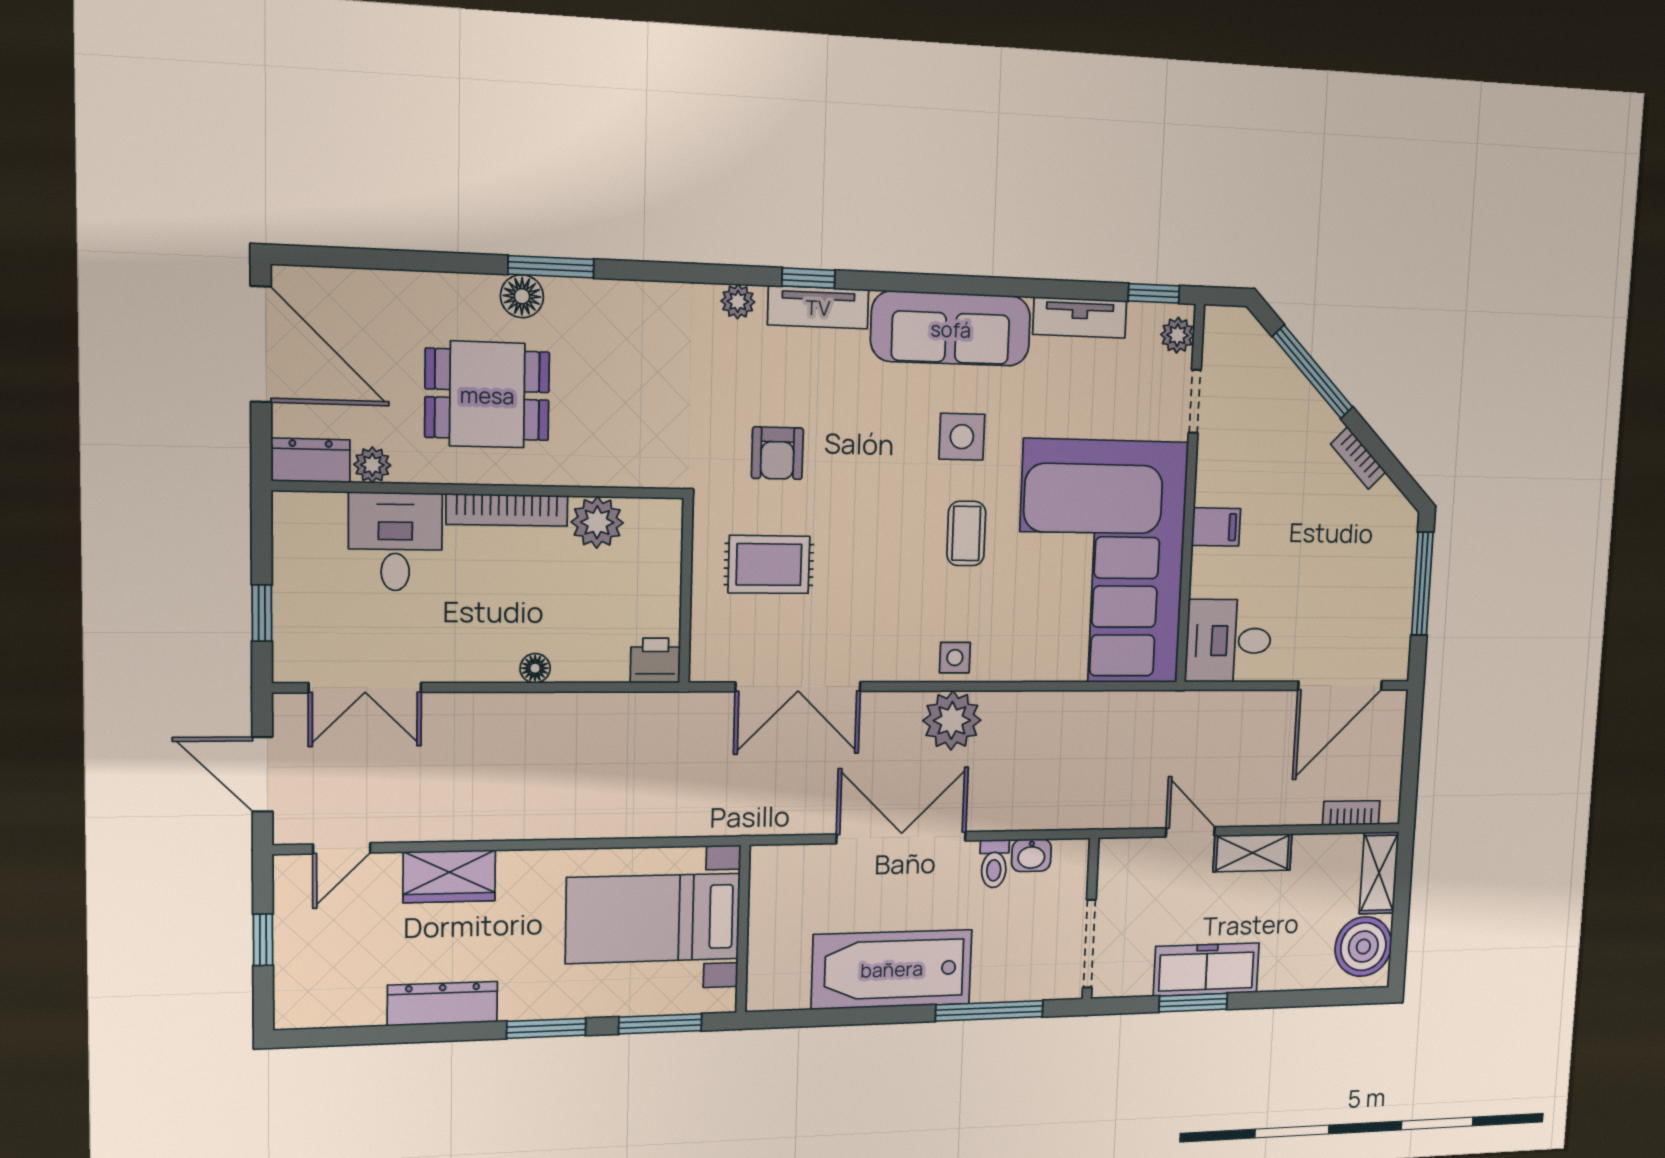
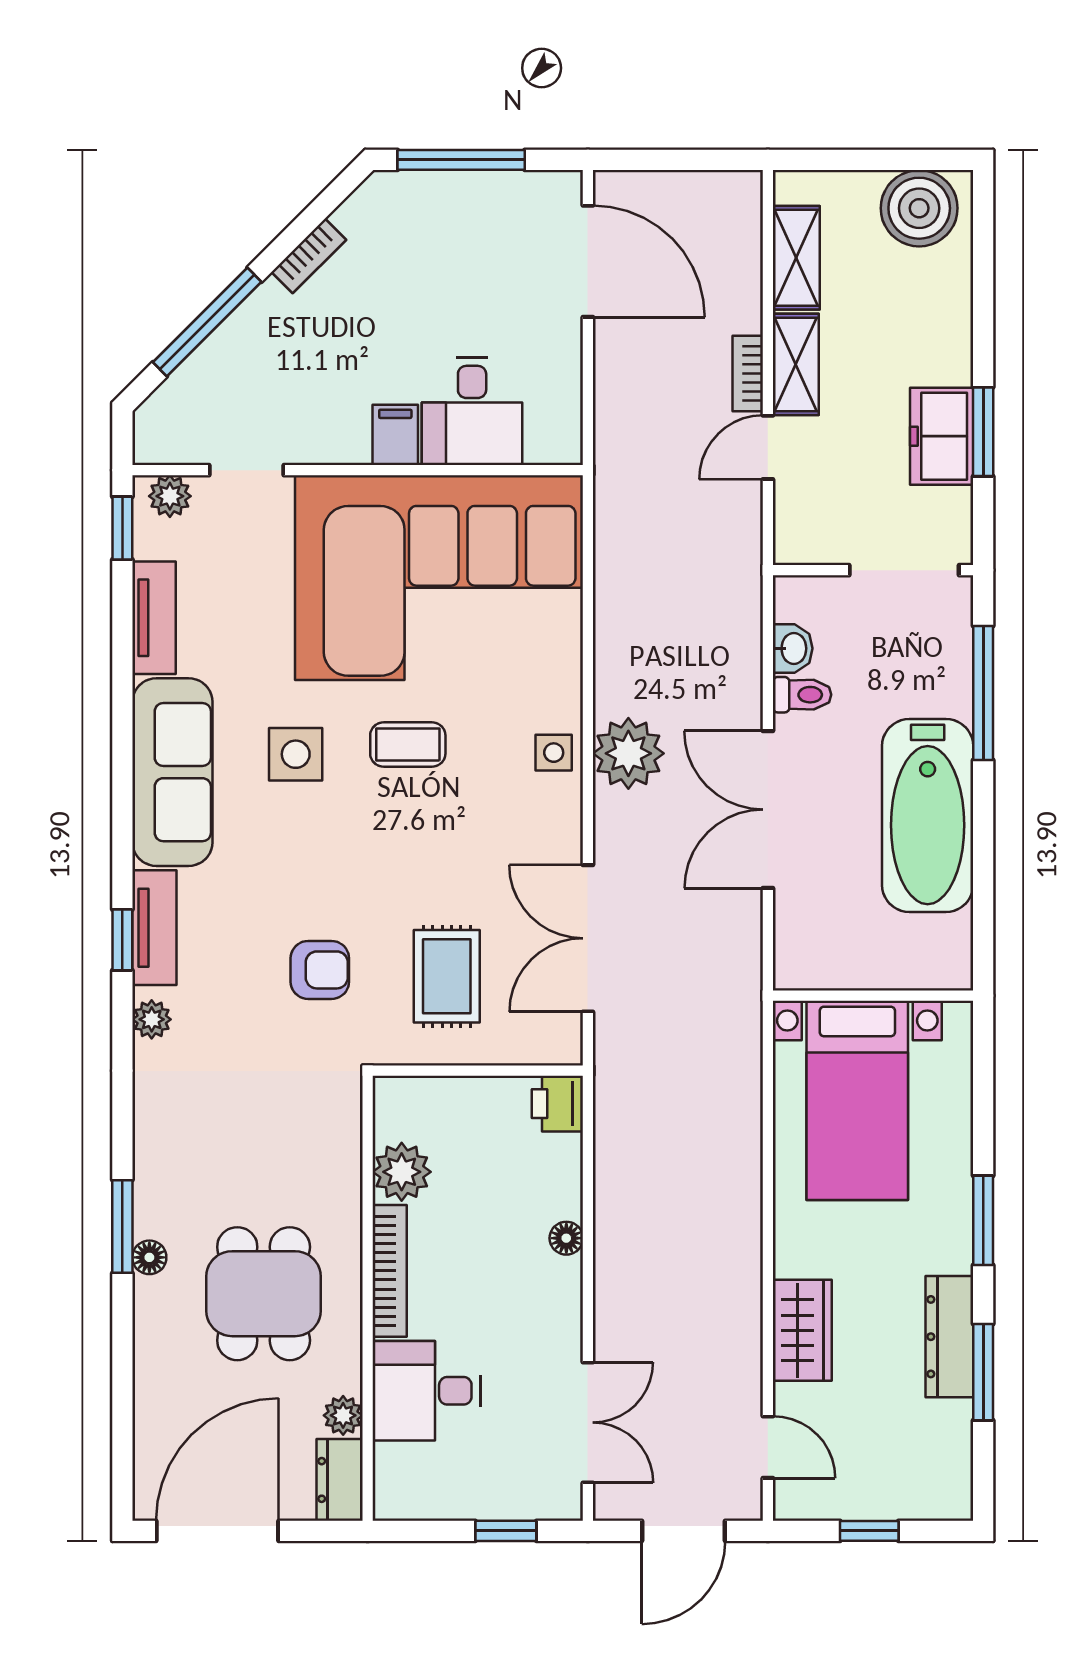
floor lamp: (522, 296) -> (149, 1257), width x0.73, depth x0.73
desk: (1228, 641) -> (472, 411), moved
double door: (798, 687) -> (588, 938), swing flipped
bookcase: (1351, 813) -> (748, 374), moved
shelving: (1379, 873) -> (796, 258), moved, turned 90
freezer: (1206, 970) -> (942, 436), width x0.71
window: (660, 1024) -> (983, 1372), moved

